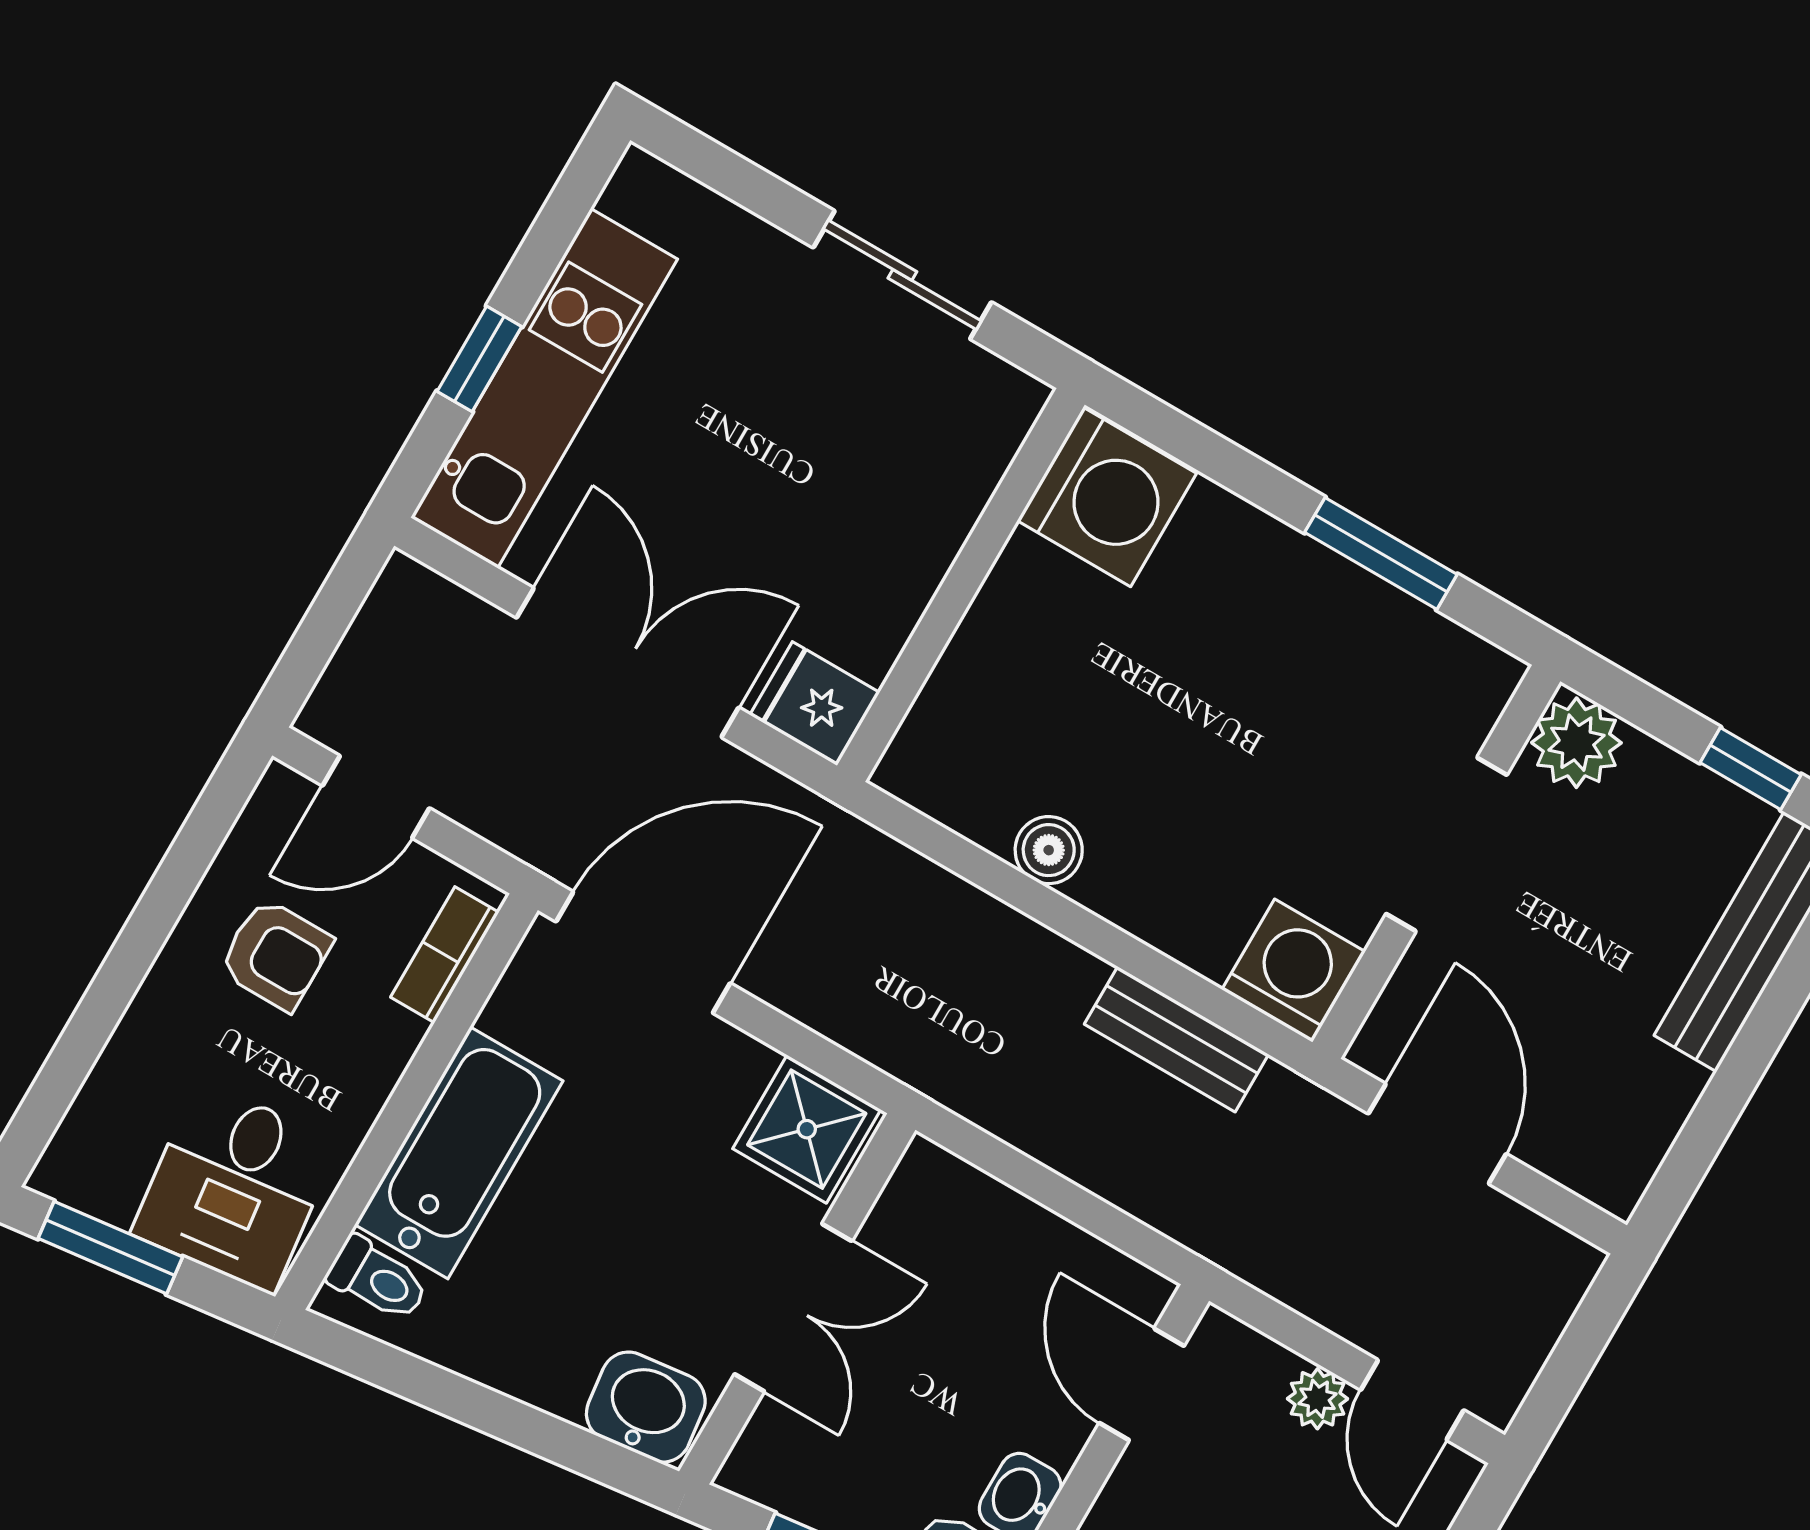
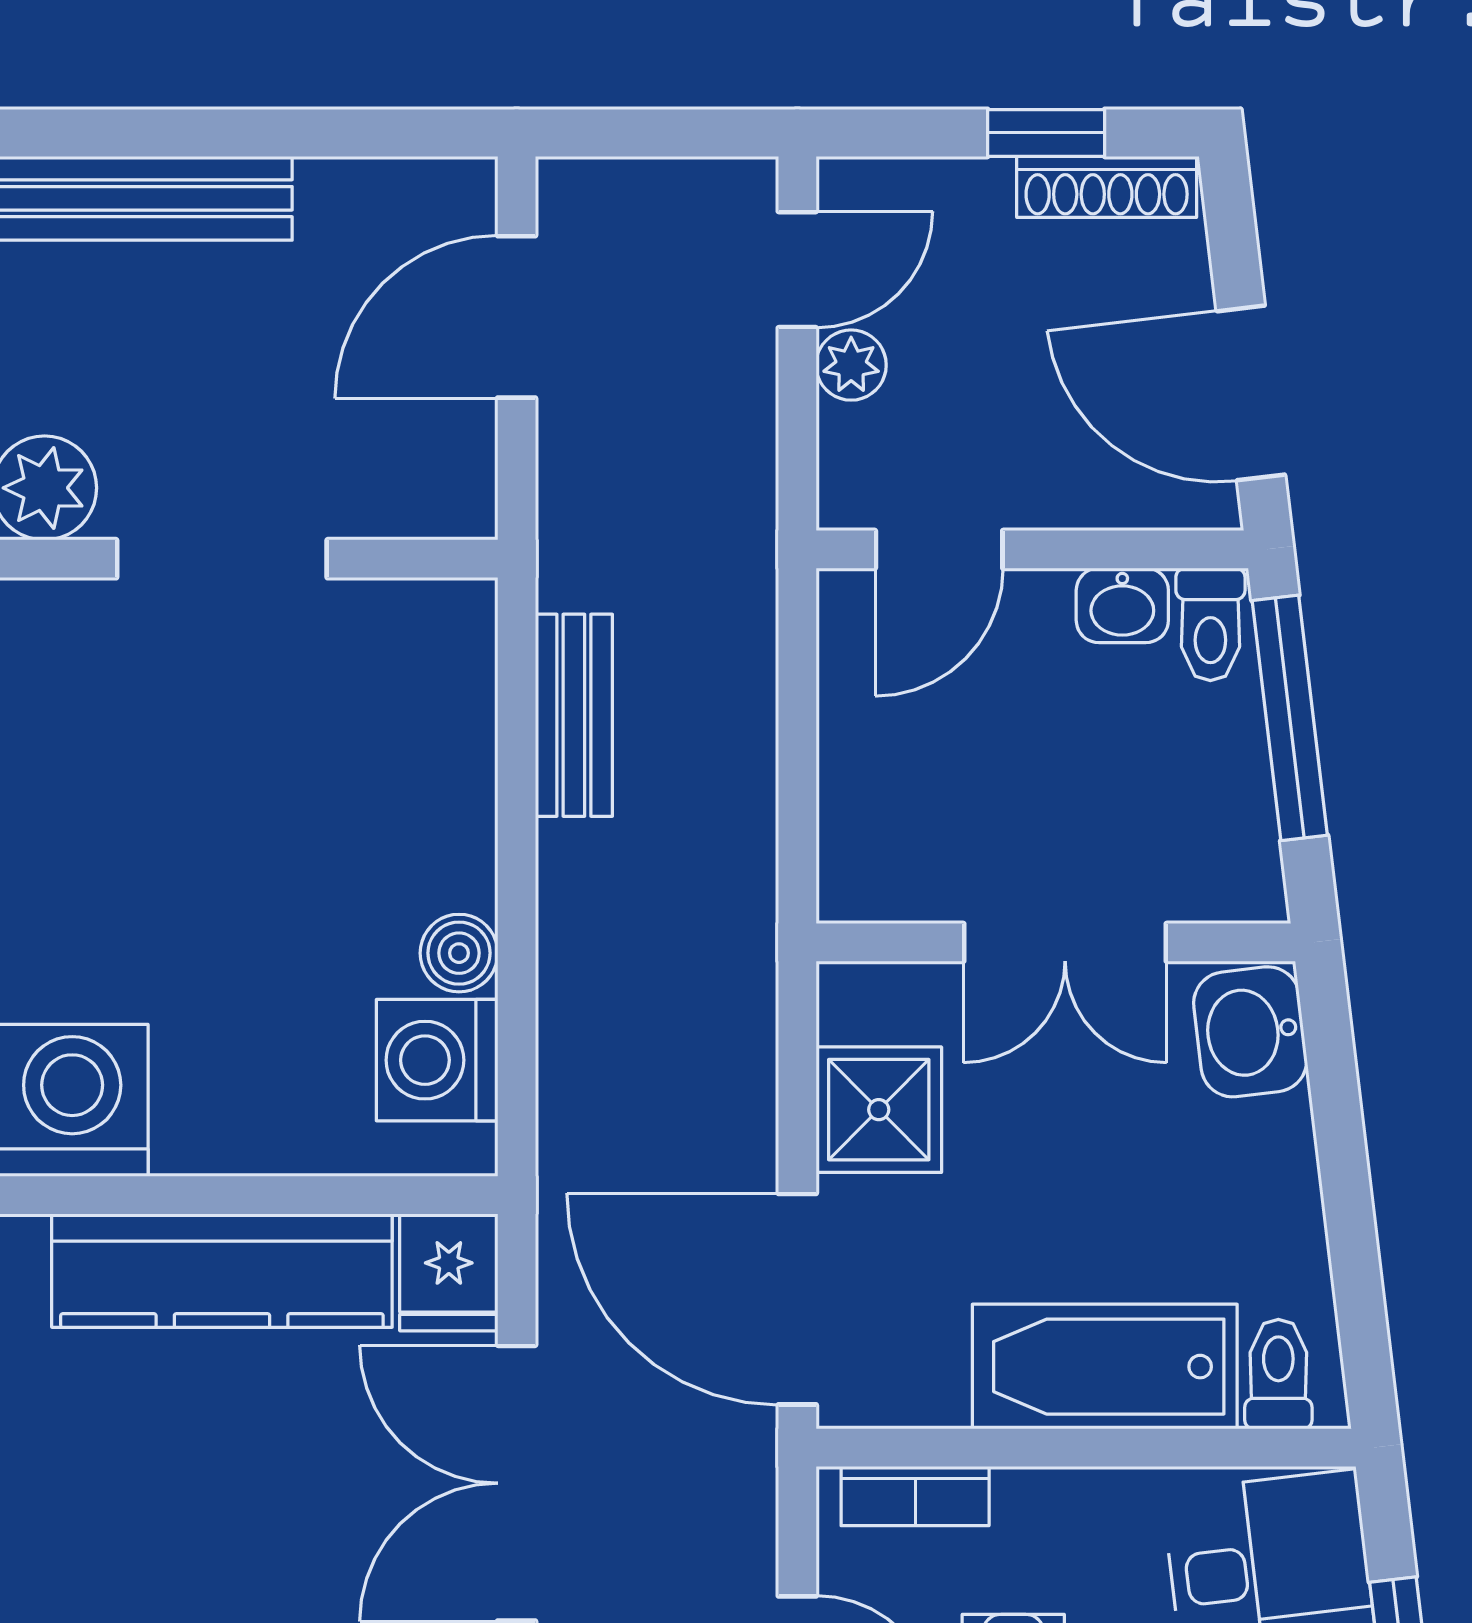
kitchen counter: (915, 535) -> (222, 1271), added
washing machine: (1294, 971) -> (437, 1060), moved
shower: (807, 1129) -> (879, 1110), moved
door: (1437, 1134) -> (517, 317), moved
double door: (793, 1308) -> (1065, 942), swing flipped

